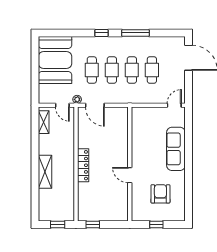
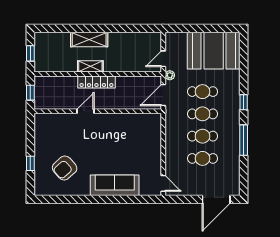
shelving: (44, 122) -> (90, 66), moved
wall: (130, 164) -> (98, 111), moved
door: (130, 175) -> (85, 111), moved
armchair: (160, 194) -> (65, 168), turned 138

